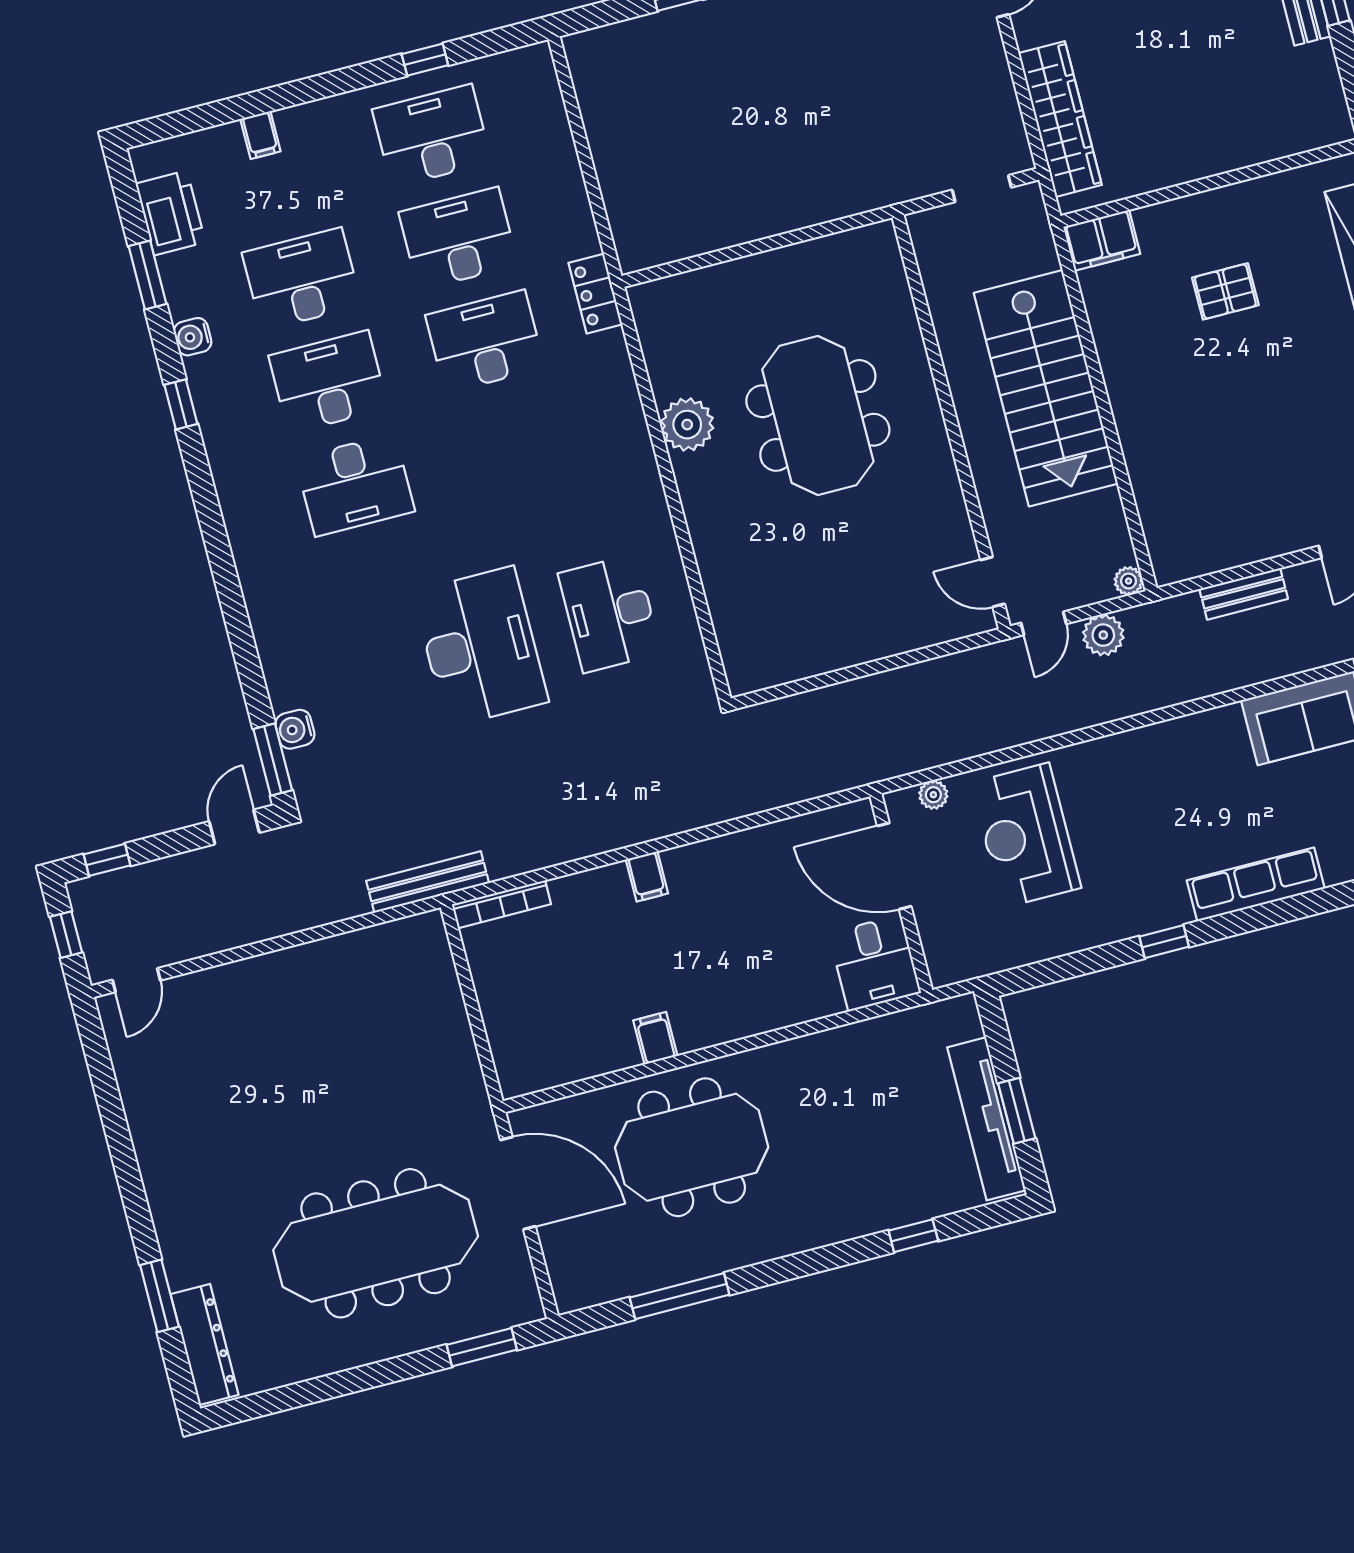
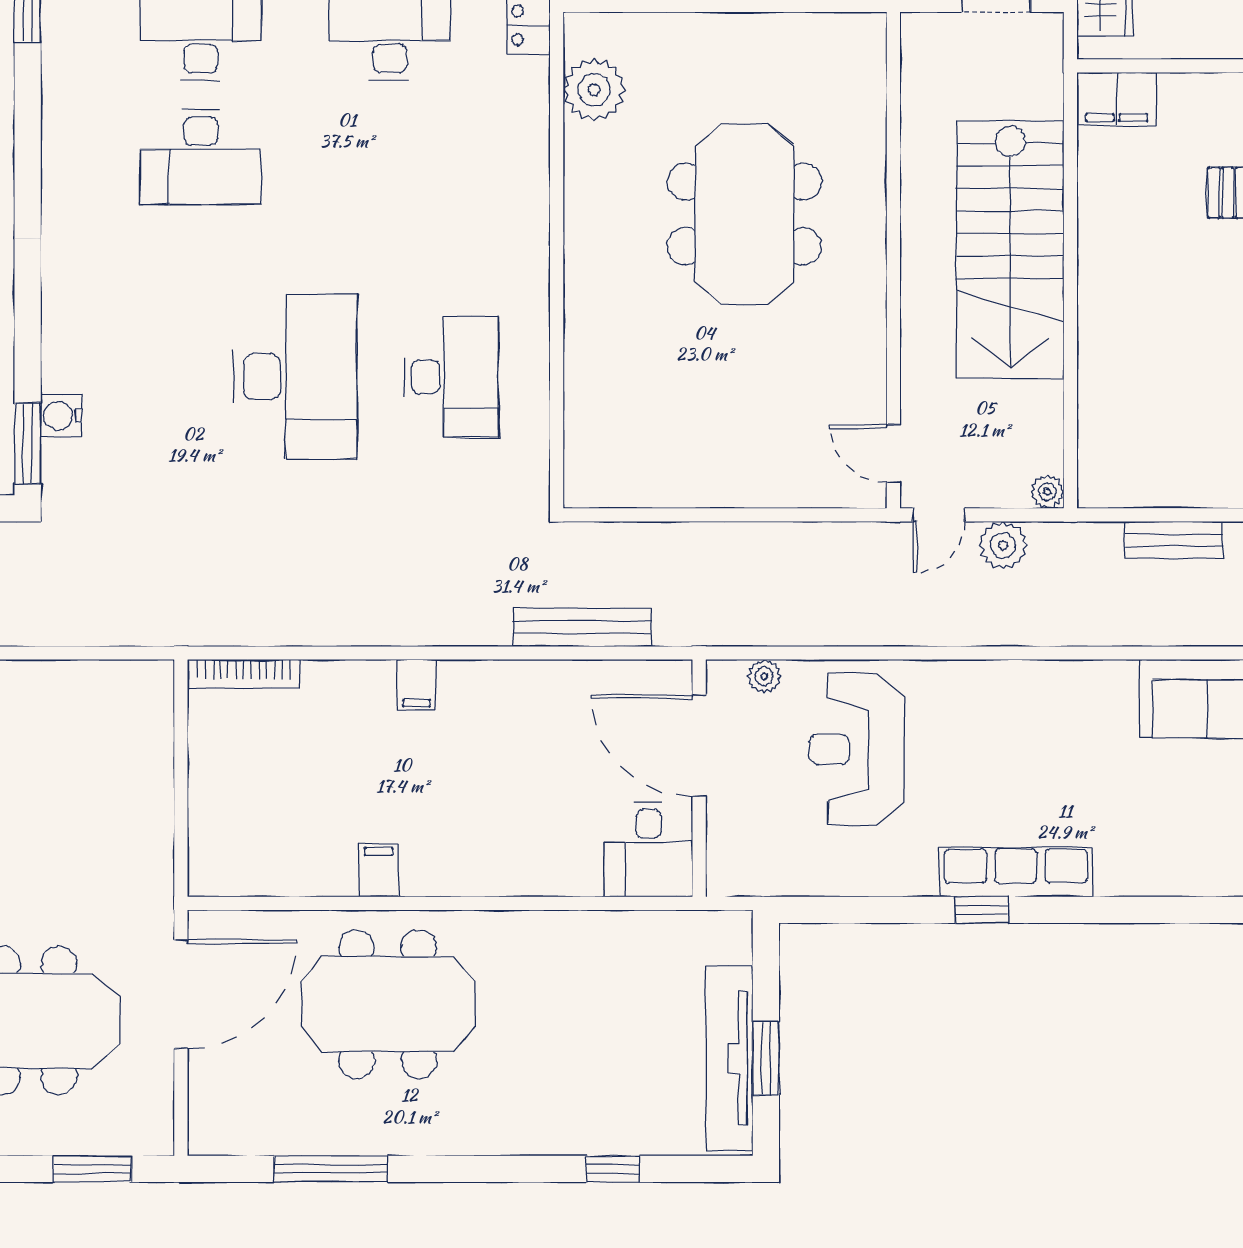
plant: (687, 425) -> (594, 90), moved
desk: (610, 613) -> (451, 377), turned 180
bench: (428, 882) -> (582, 627), moved
row of seats: (1256, 884) -> (1016, 872), moved
door: (518, 1183) -> (181, 994), hinge flipped

